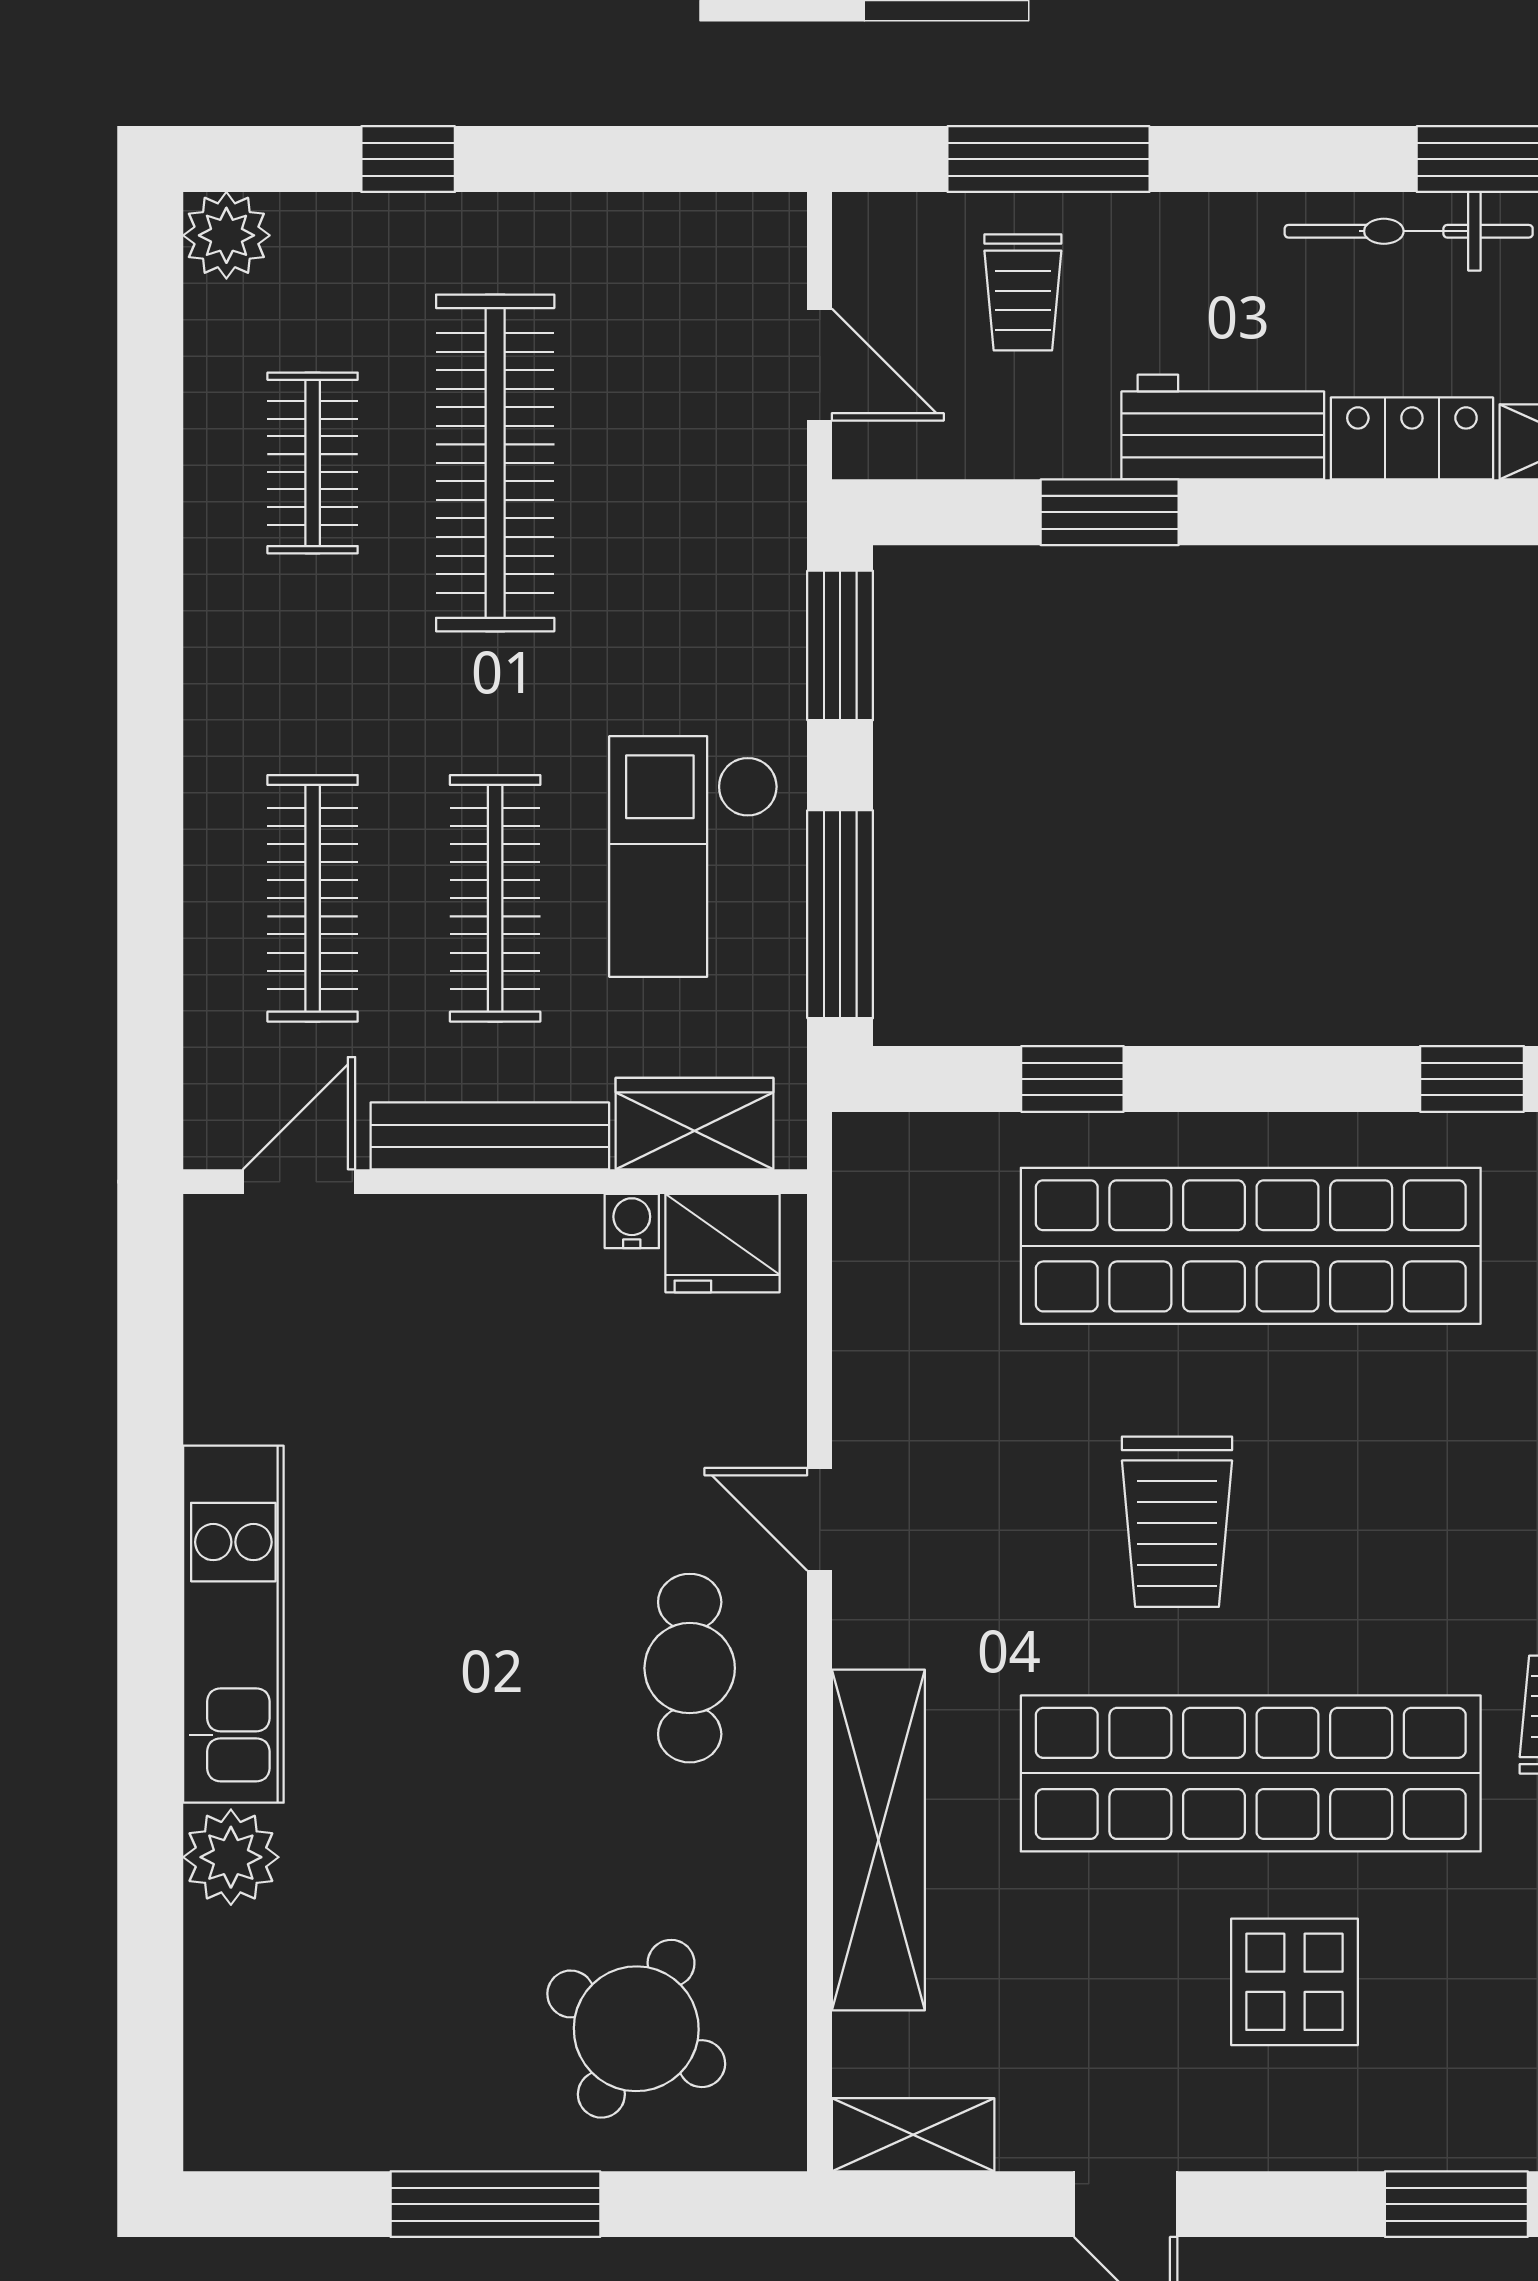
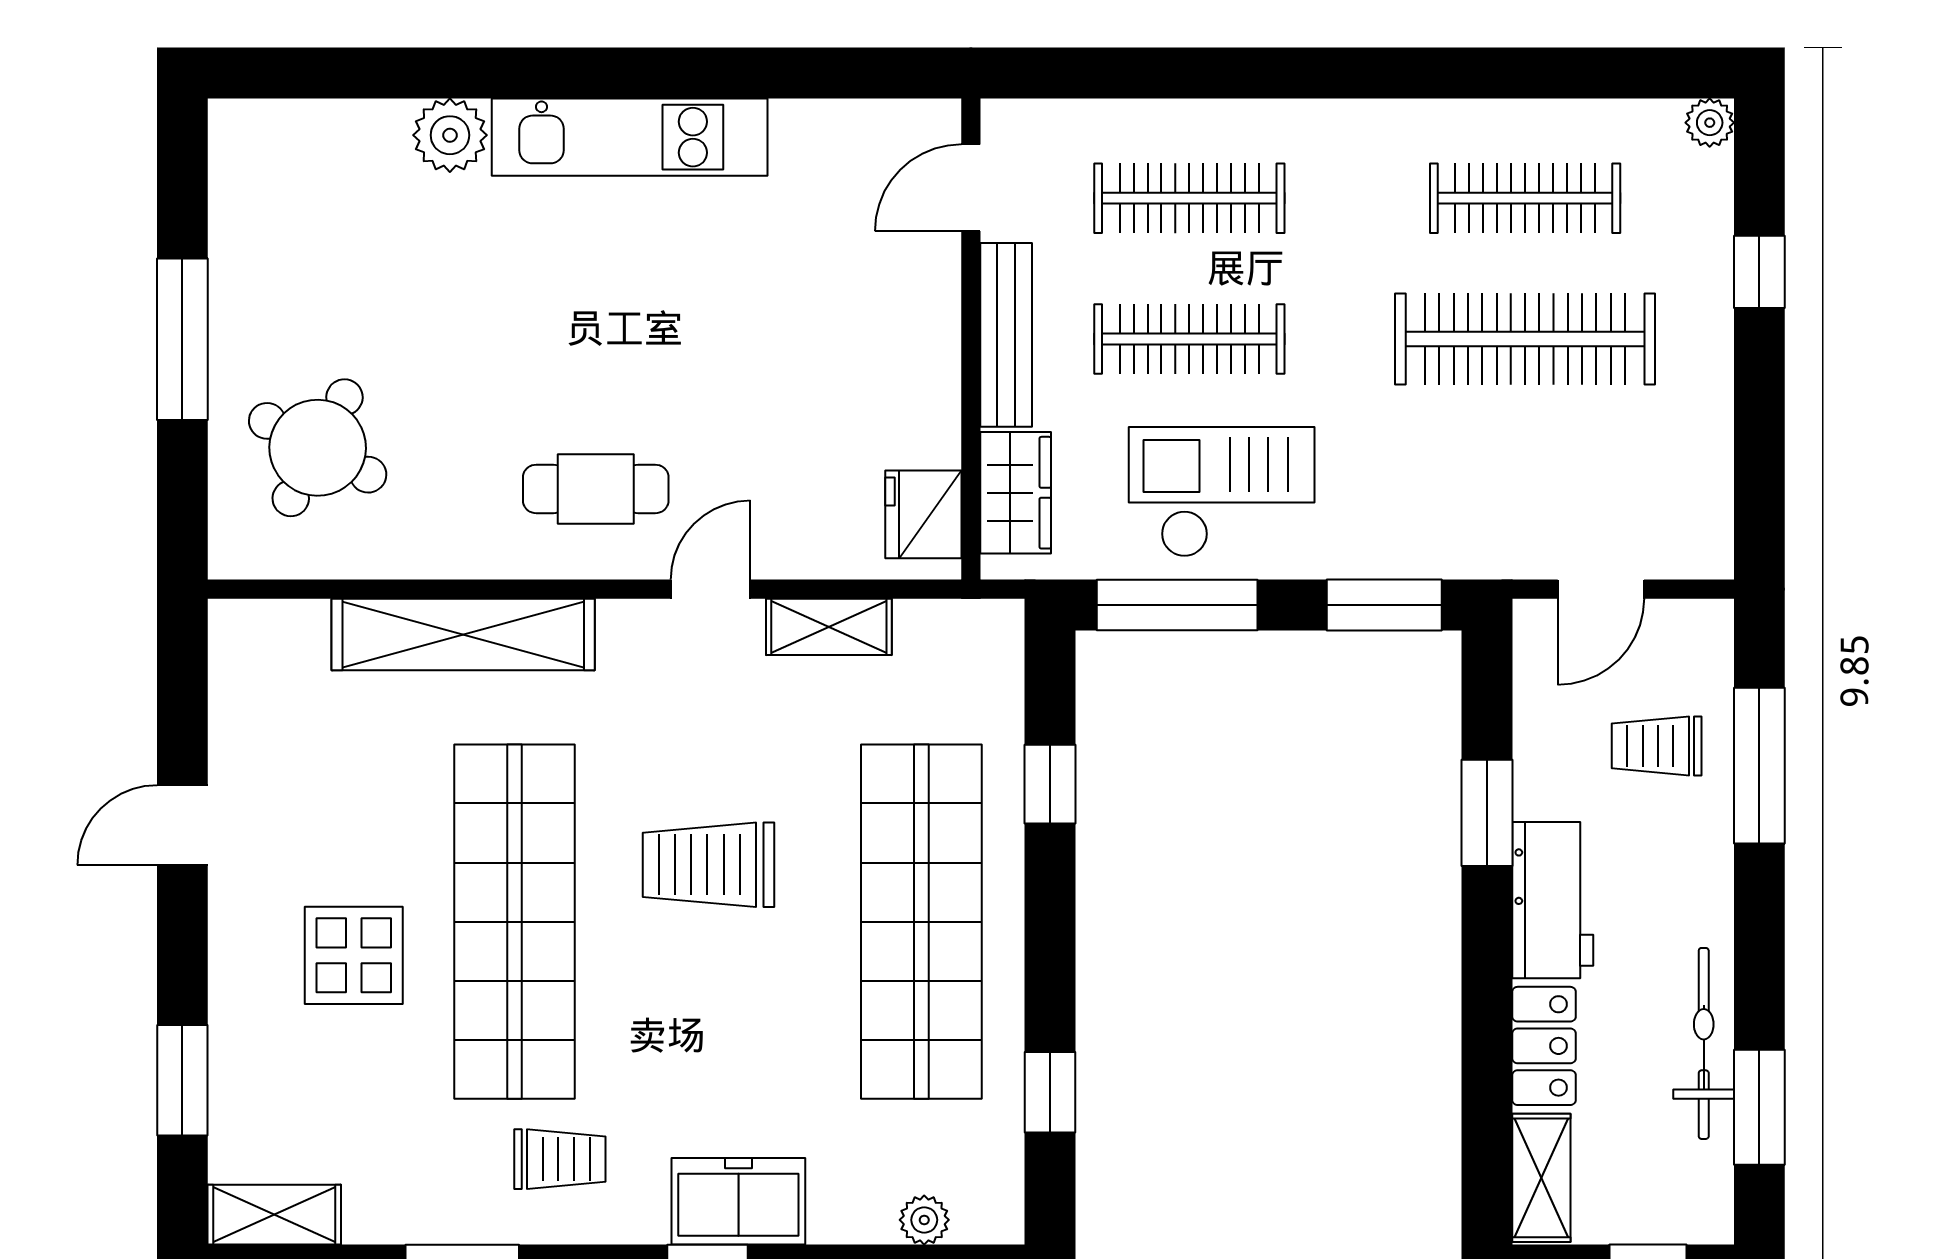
plant: (226, 235) -> (1710, 123), width x0.73, depth x0.73
clothes rail: (313, 463) -> (1525, 198), width x1.36
door: (299, 1182) -> (971, 188), swing flipped
water cooler: (632, 1221) -> (940, 444), removed
shelving: (913, 2135) -> (829, 627), moved, turned 90

